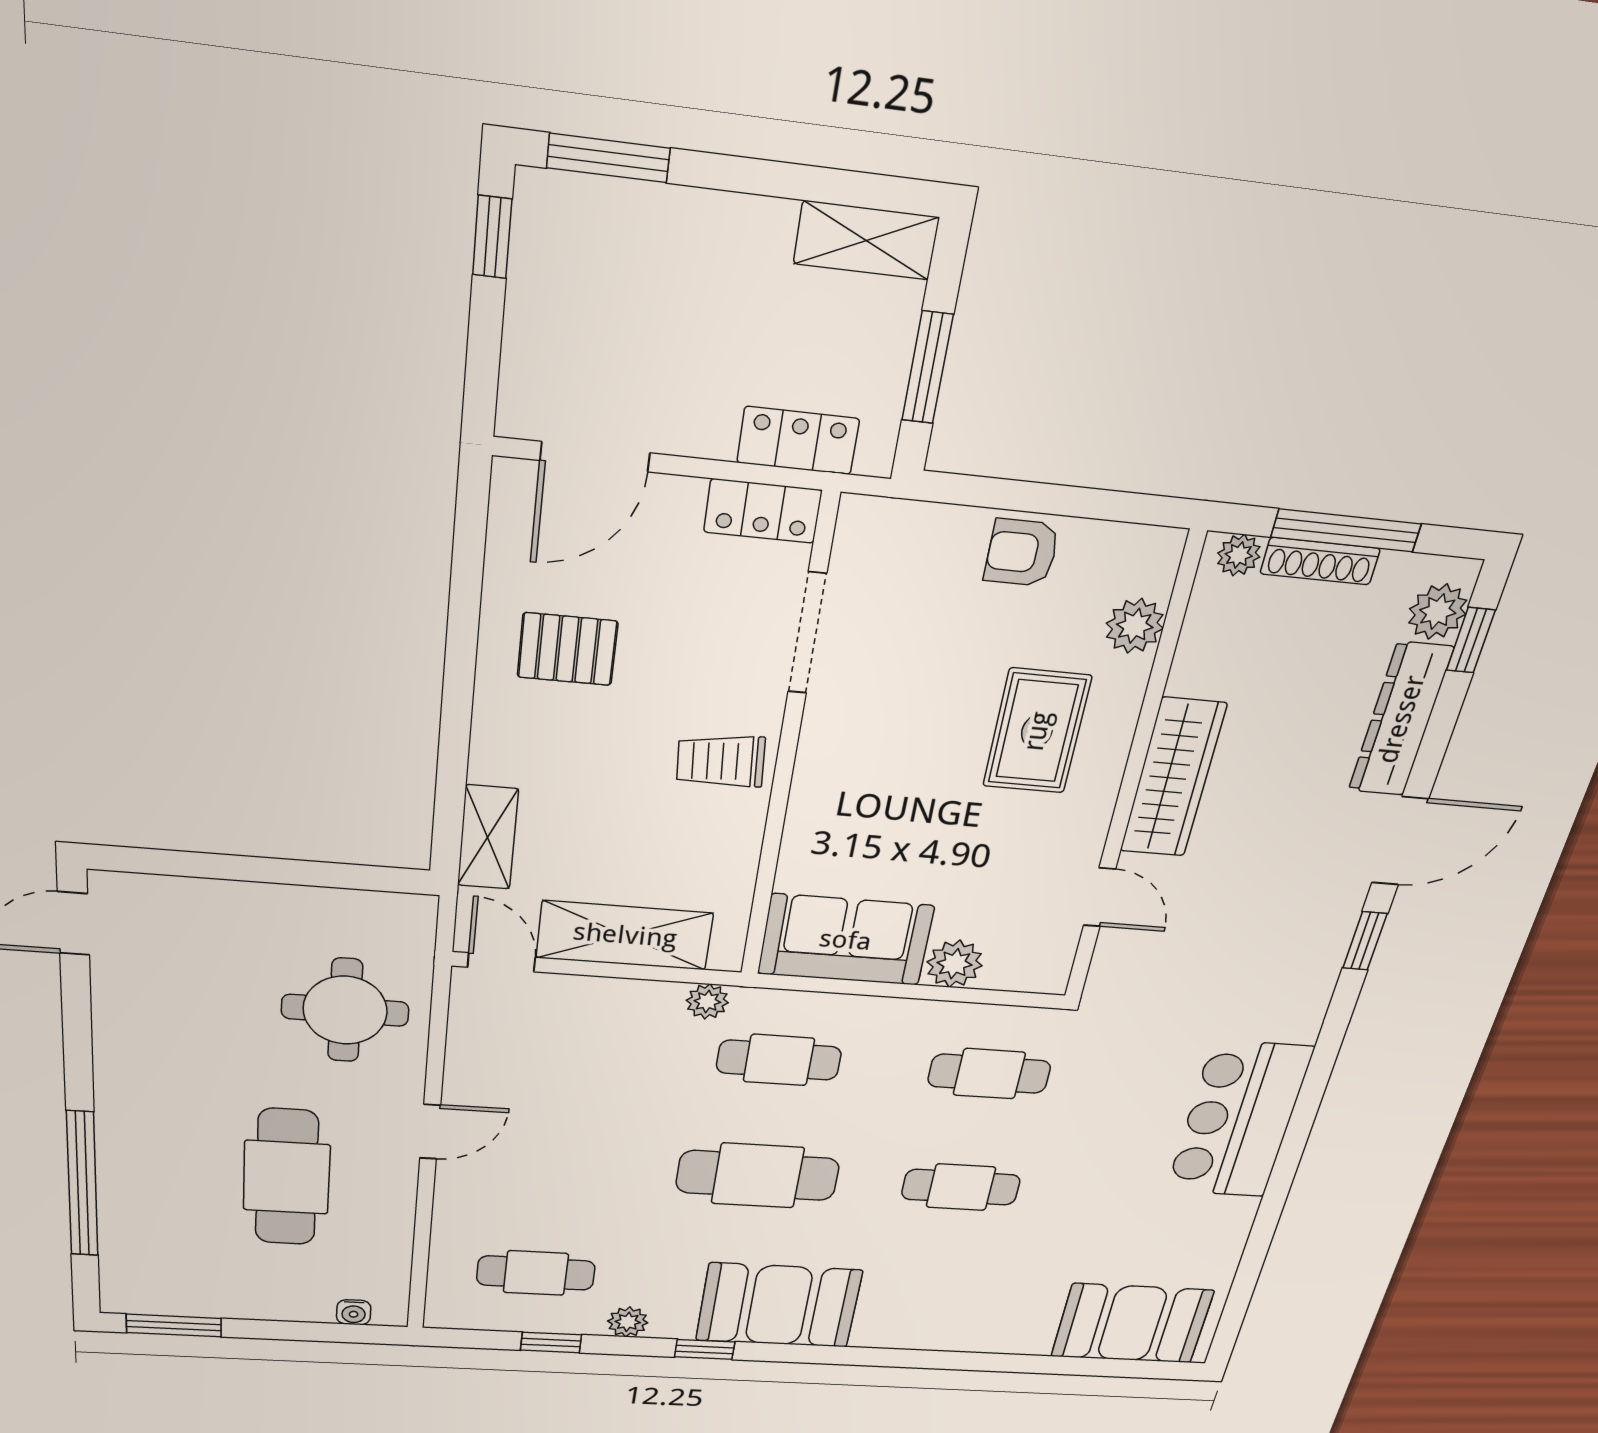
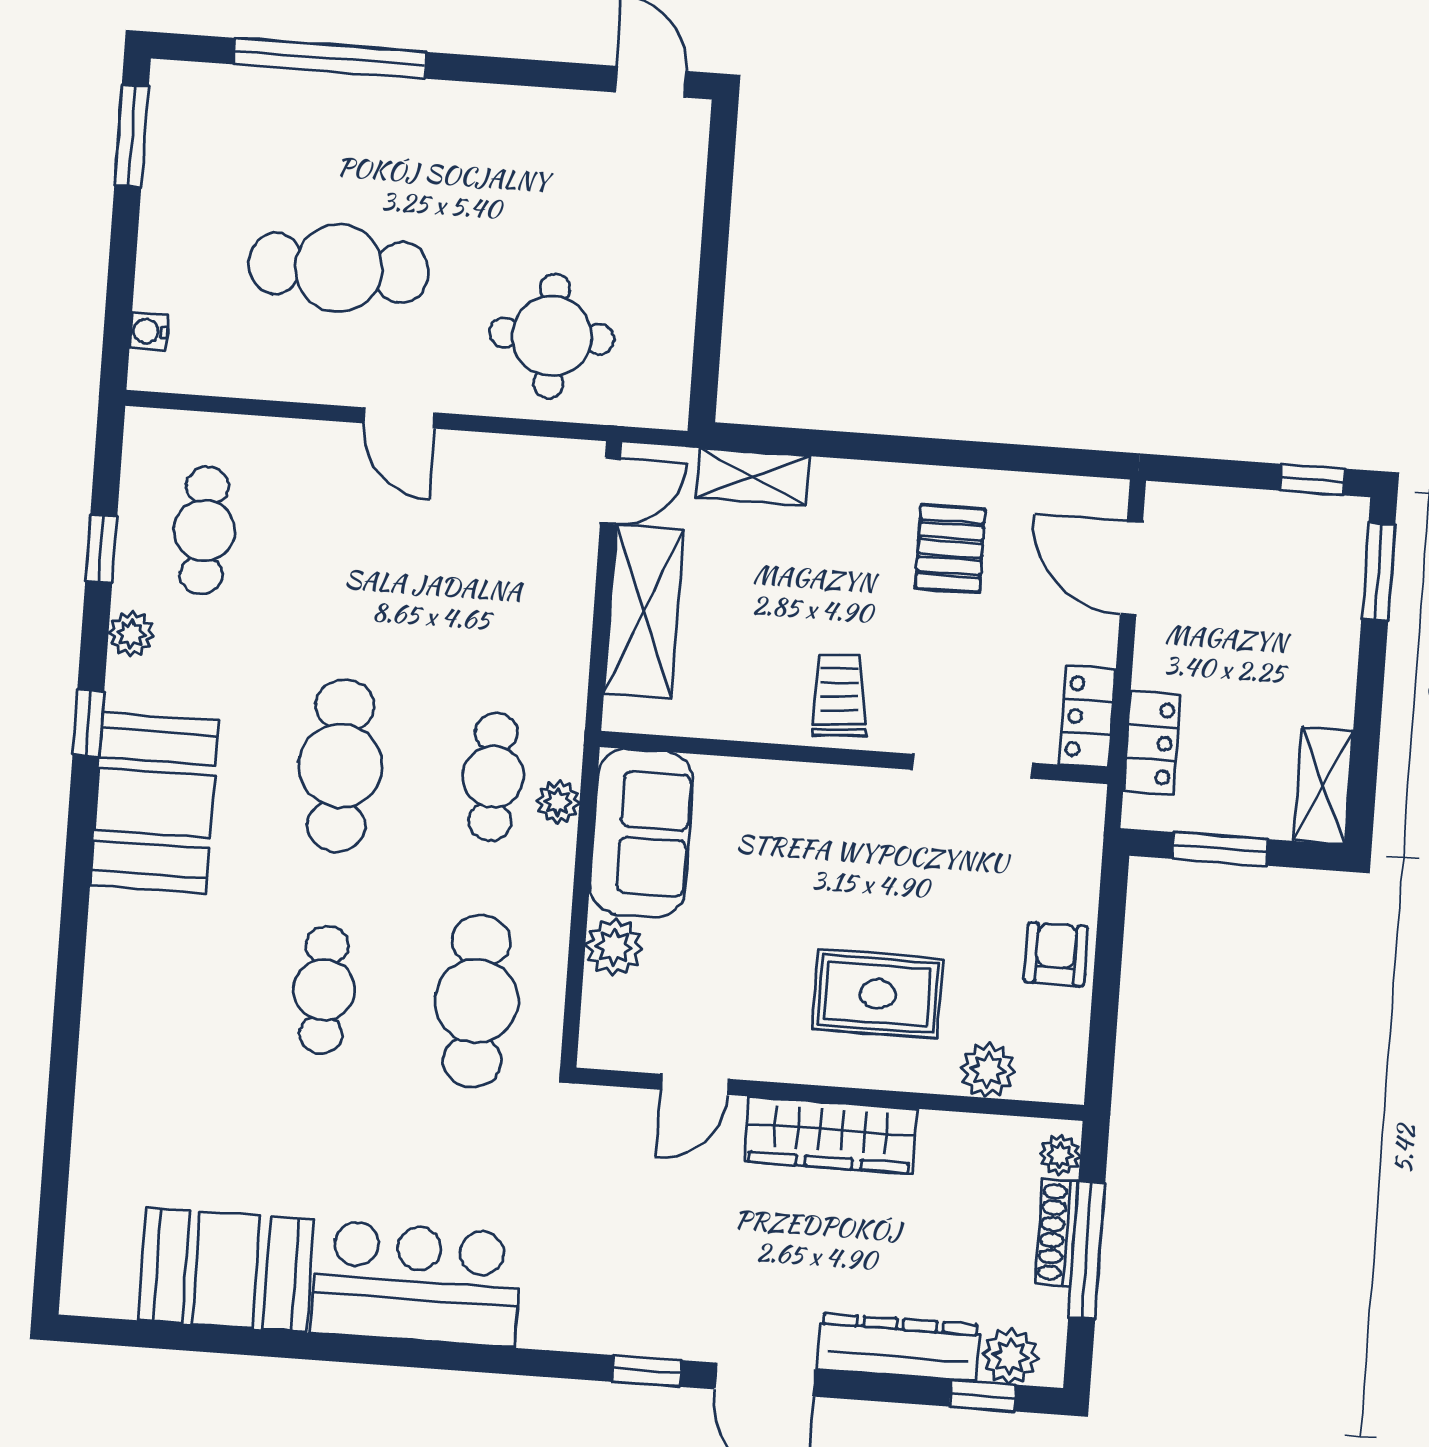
plant: (707, 1002) -> (558, 802), moved
cafe table: (989, 1074) -> (477, 1001), width x1.37, depth x1.35
booth: (1132, 1323) -> (226, 1270), moved, turned 90

